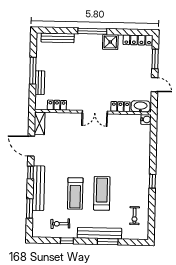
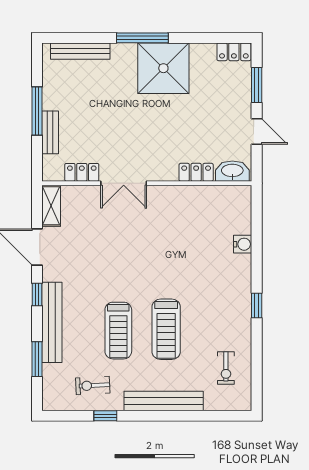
locker: (138, 40) -> (234, 52), width x0.66
shower: (110, 42) -> (163, 68), width x1.86, depth x1.86
double door: (95, 112) -> (124, 183), moved
water cooler: (146, 119) -> (243, 244), moved
treadmill: (102, 193) -> (166, 329), turned 180
window: (108, 242) -> (179, 416), removed

